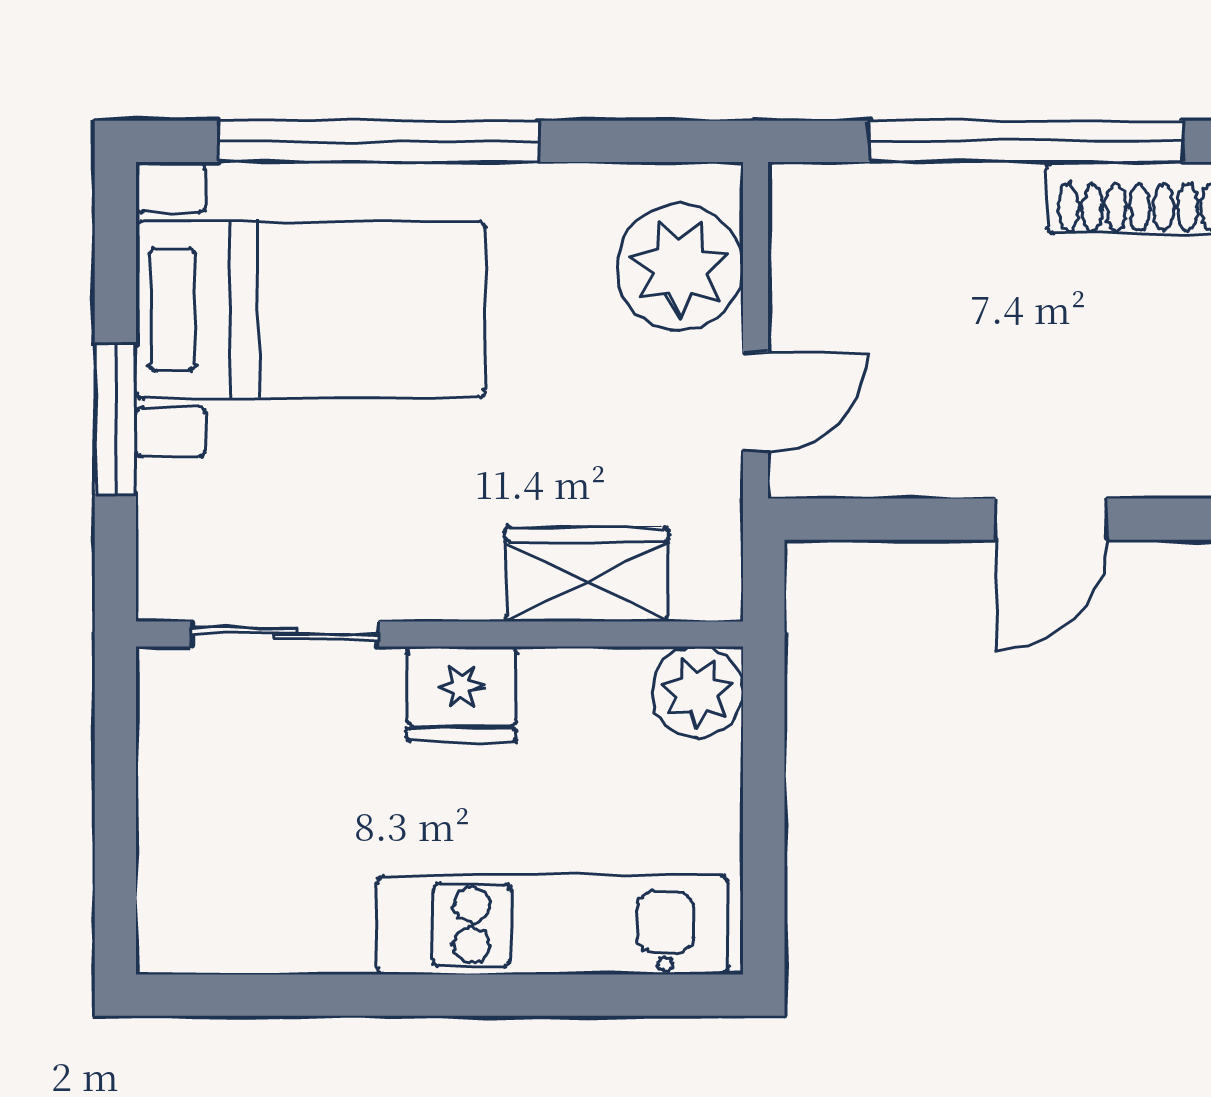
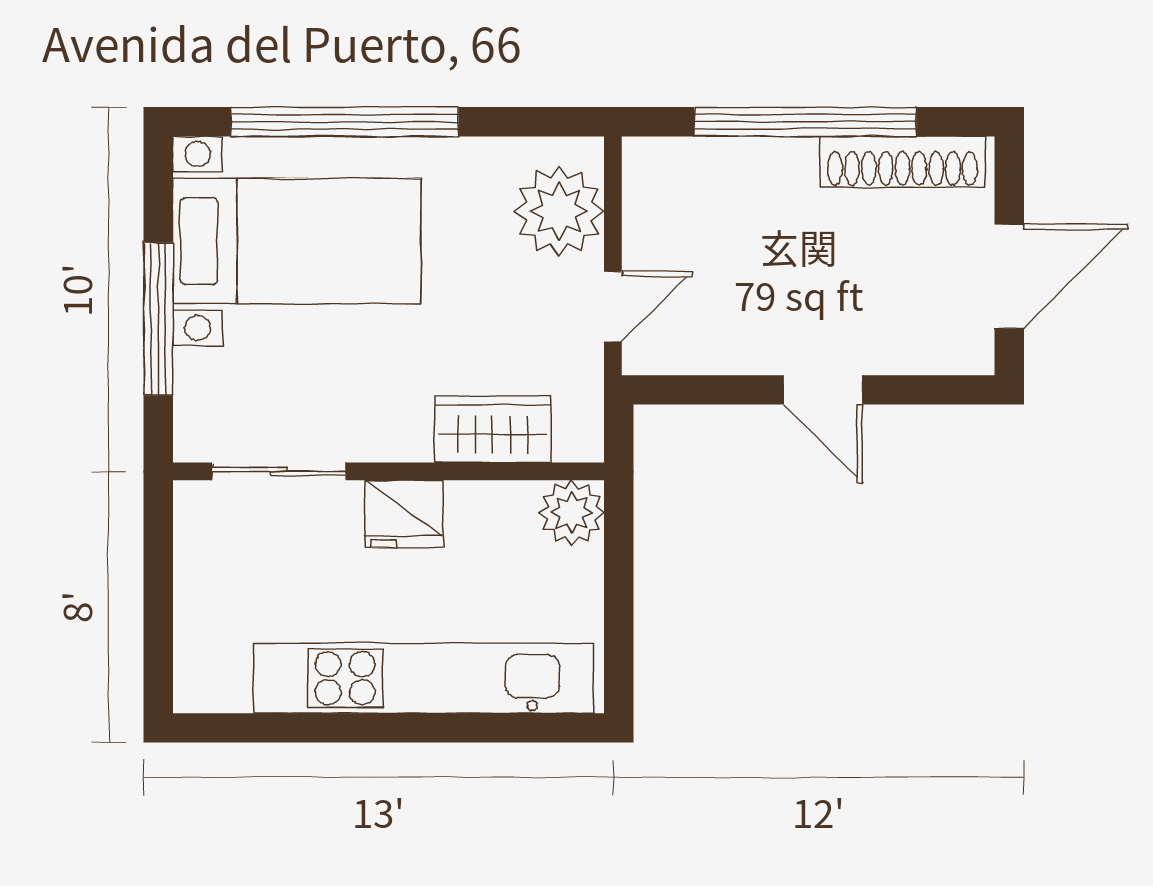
window: (115, 419) -> (158, 319), width x1.44
door: (1051, 519) -> (823, 390), hinge flipped
kitchen unit: (553, 925) -> (423, 678), width x1.36

